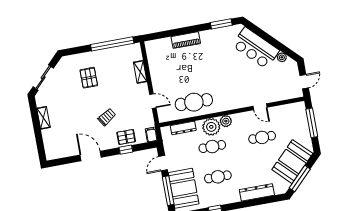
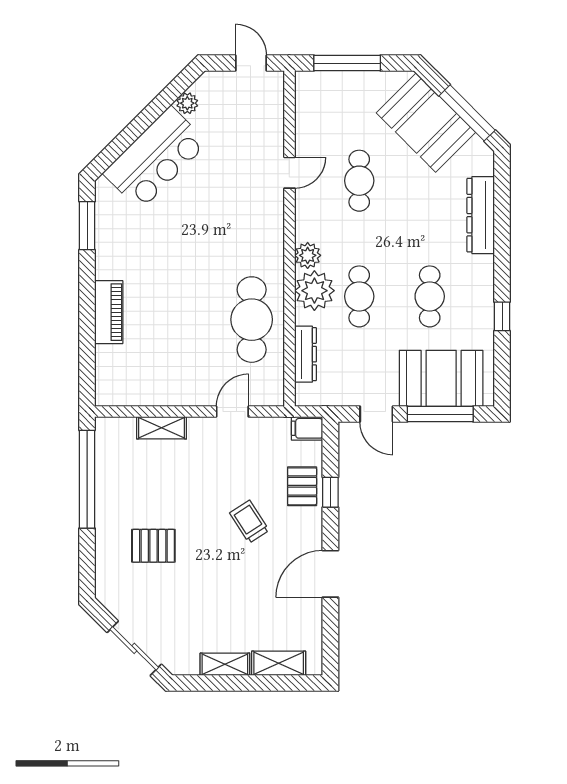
shelving: (48, 141) -> (279, 663), added

